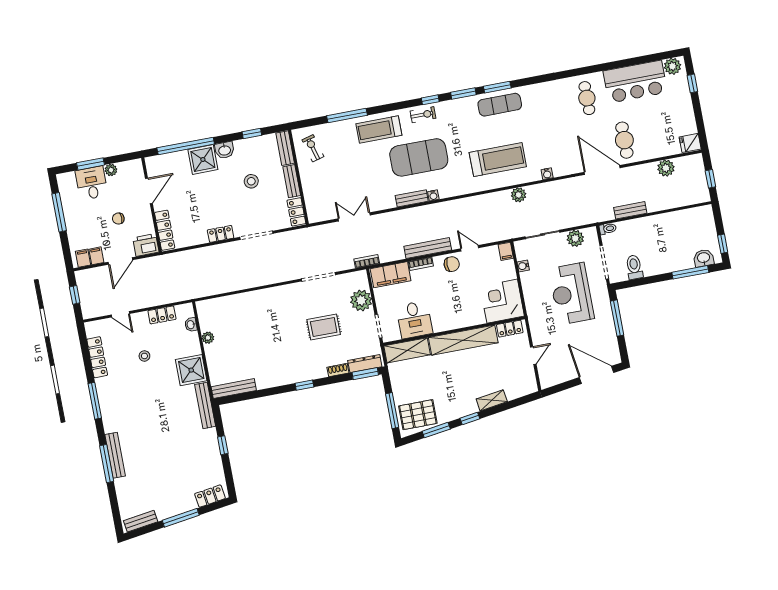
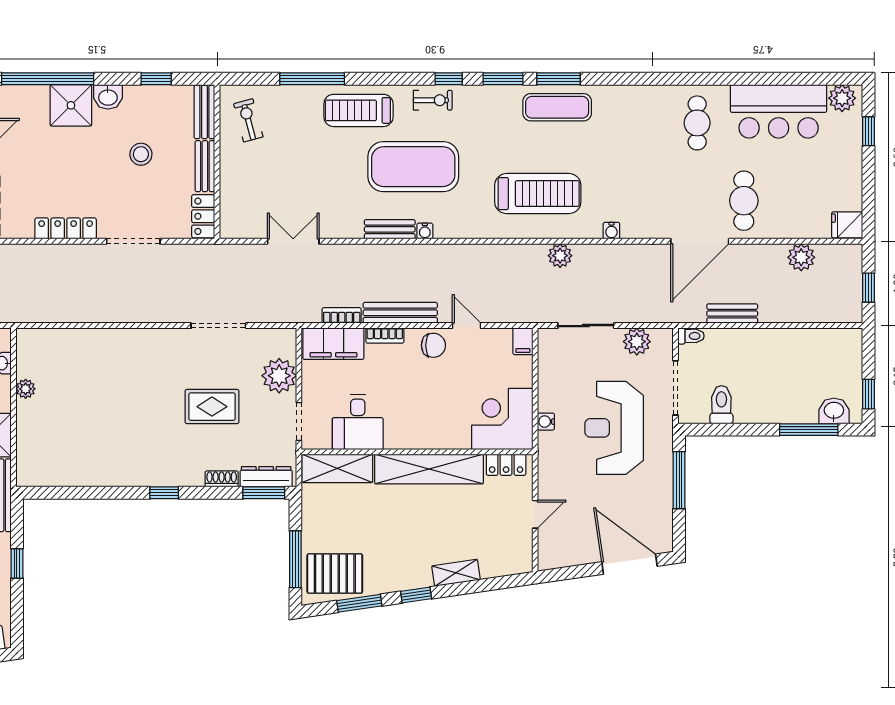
door: (602, 170) -> (700, 241), swing flipped
locker: (221, 234) -> (66, 228), width x1.53
bookcase: (367, 261) -> (342, 315), moved
water cooler: (523, 266) -> (546, 422), moved
bench: (234, 389) -> (51, 477), removed

